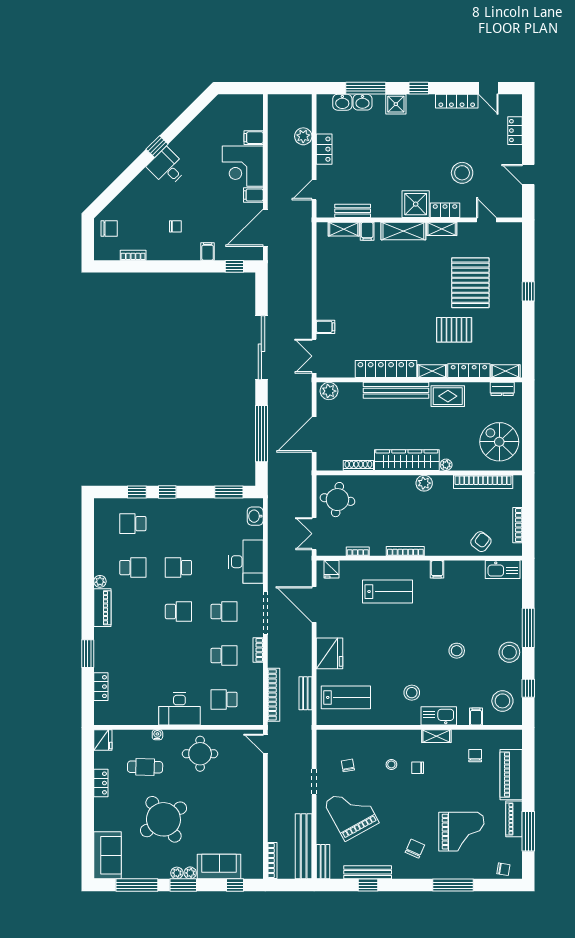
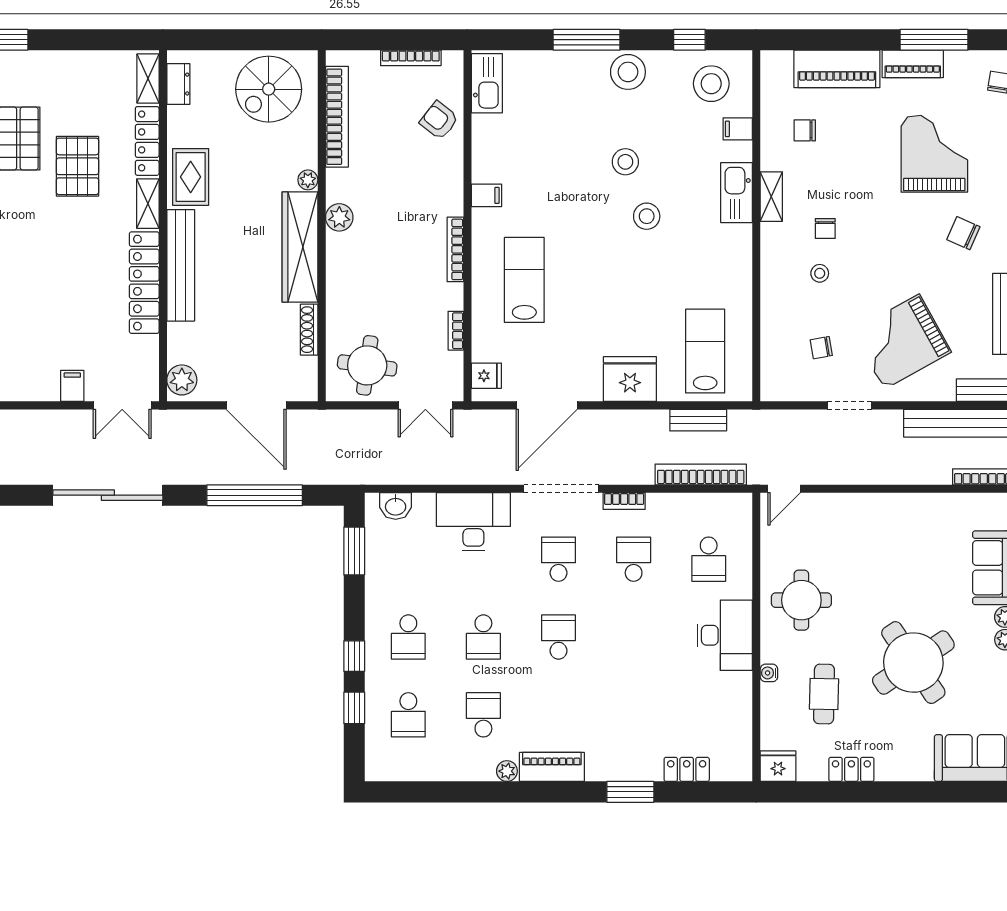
school desk: (178, 524) -> (408, 637), added
stool: (412, 693) -> (647, 216), moved

